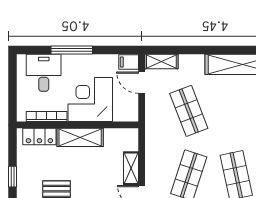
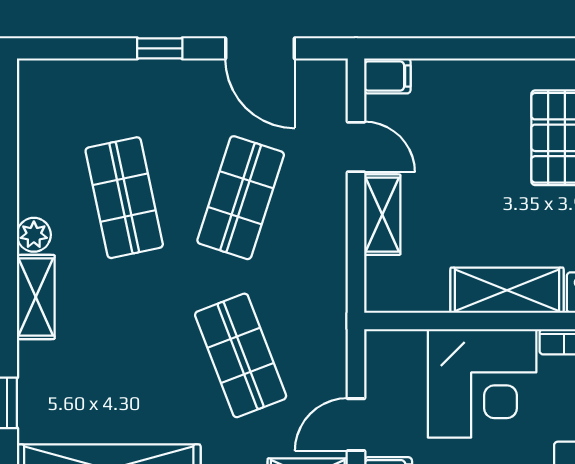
door: (142, 83) -> (356, 425), swing flipped

